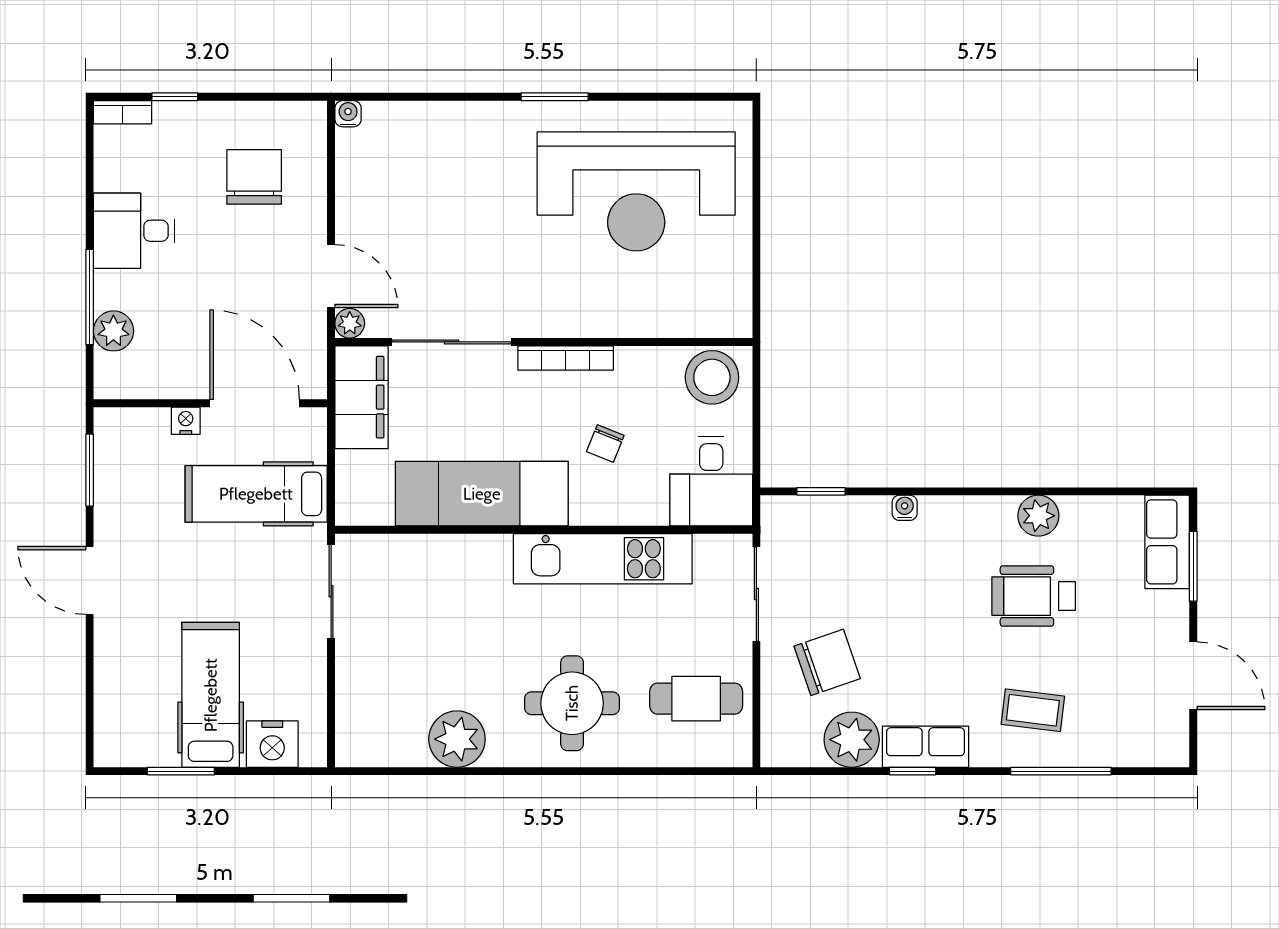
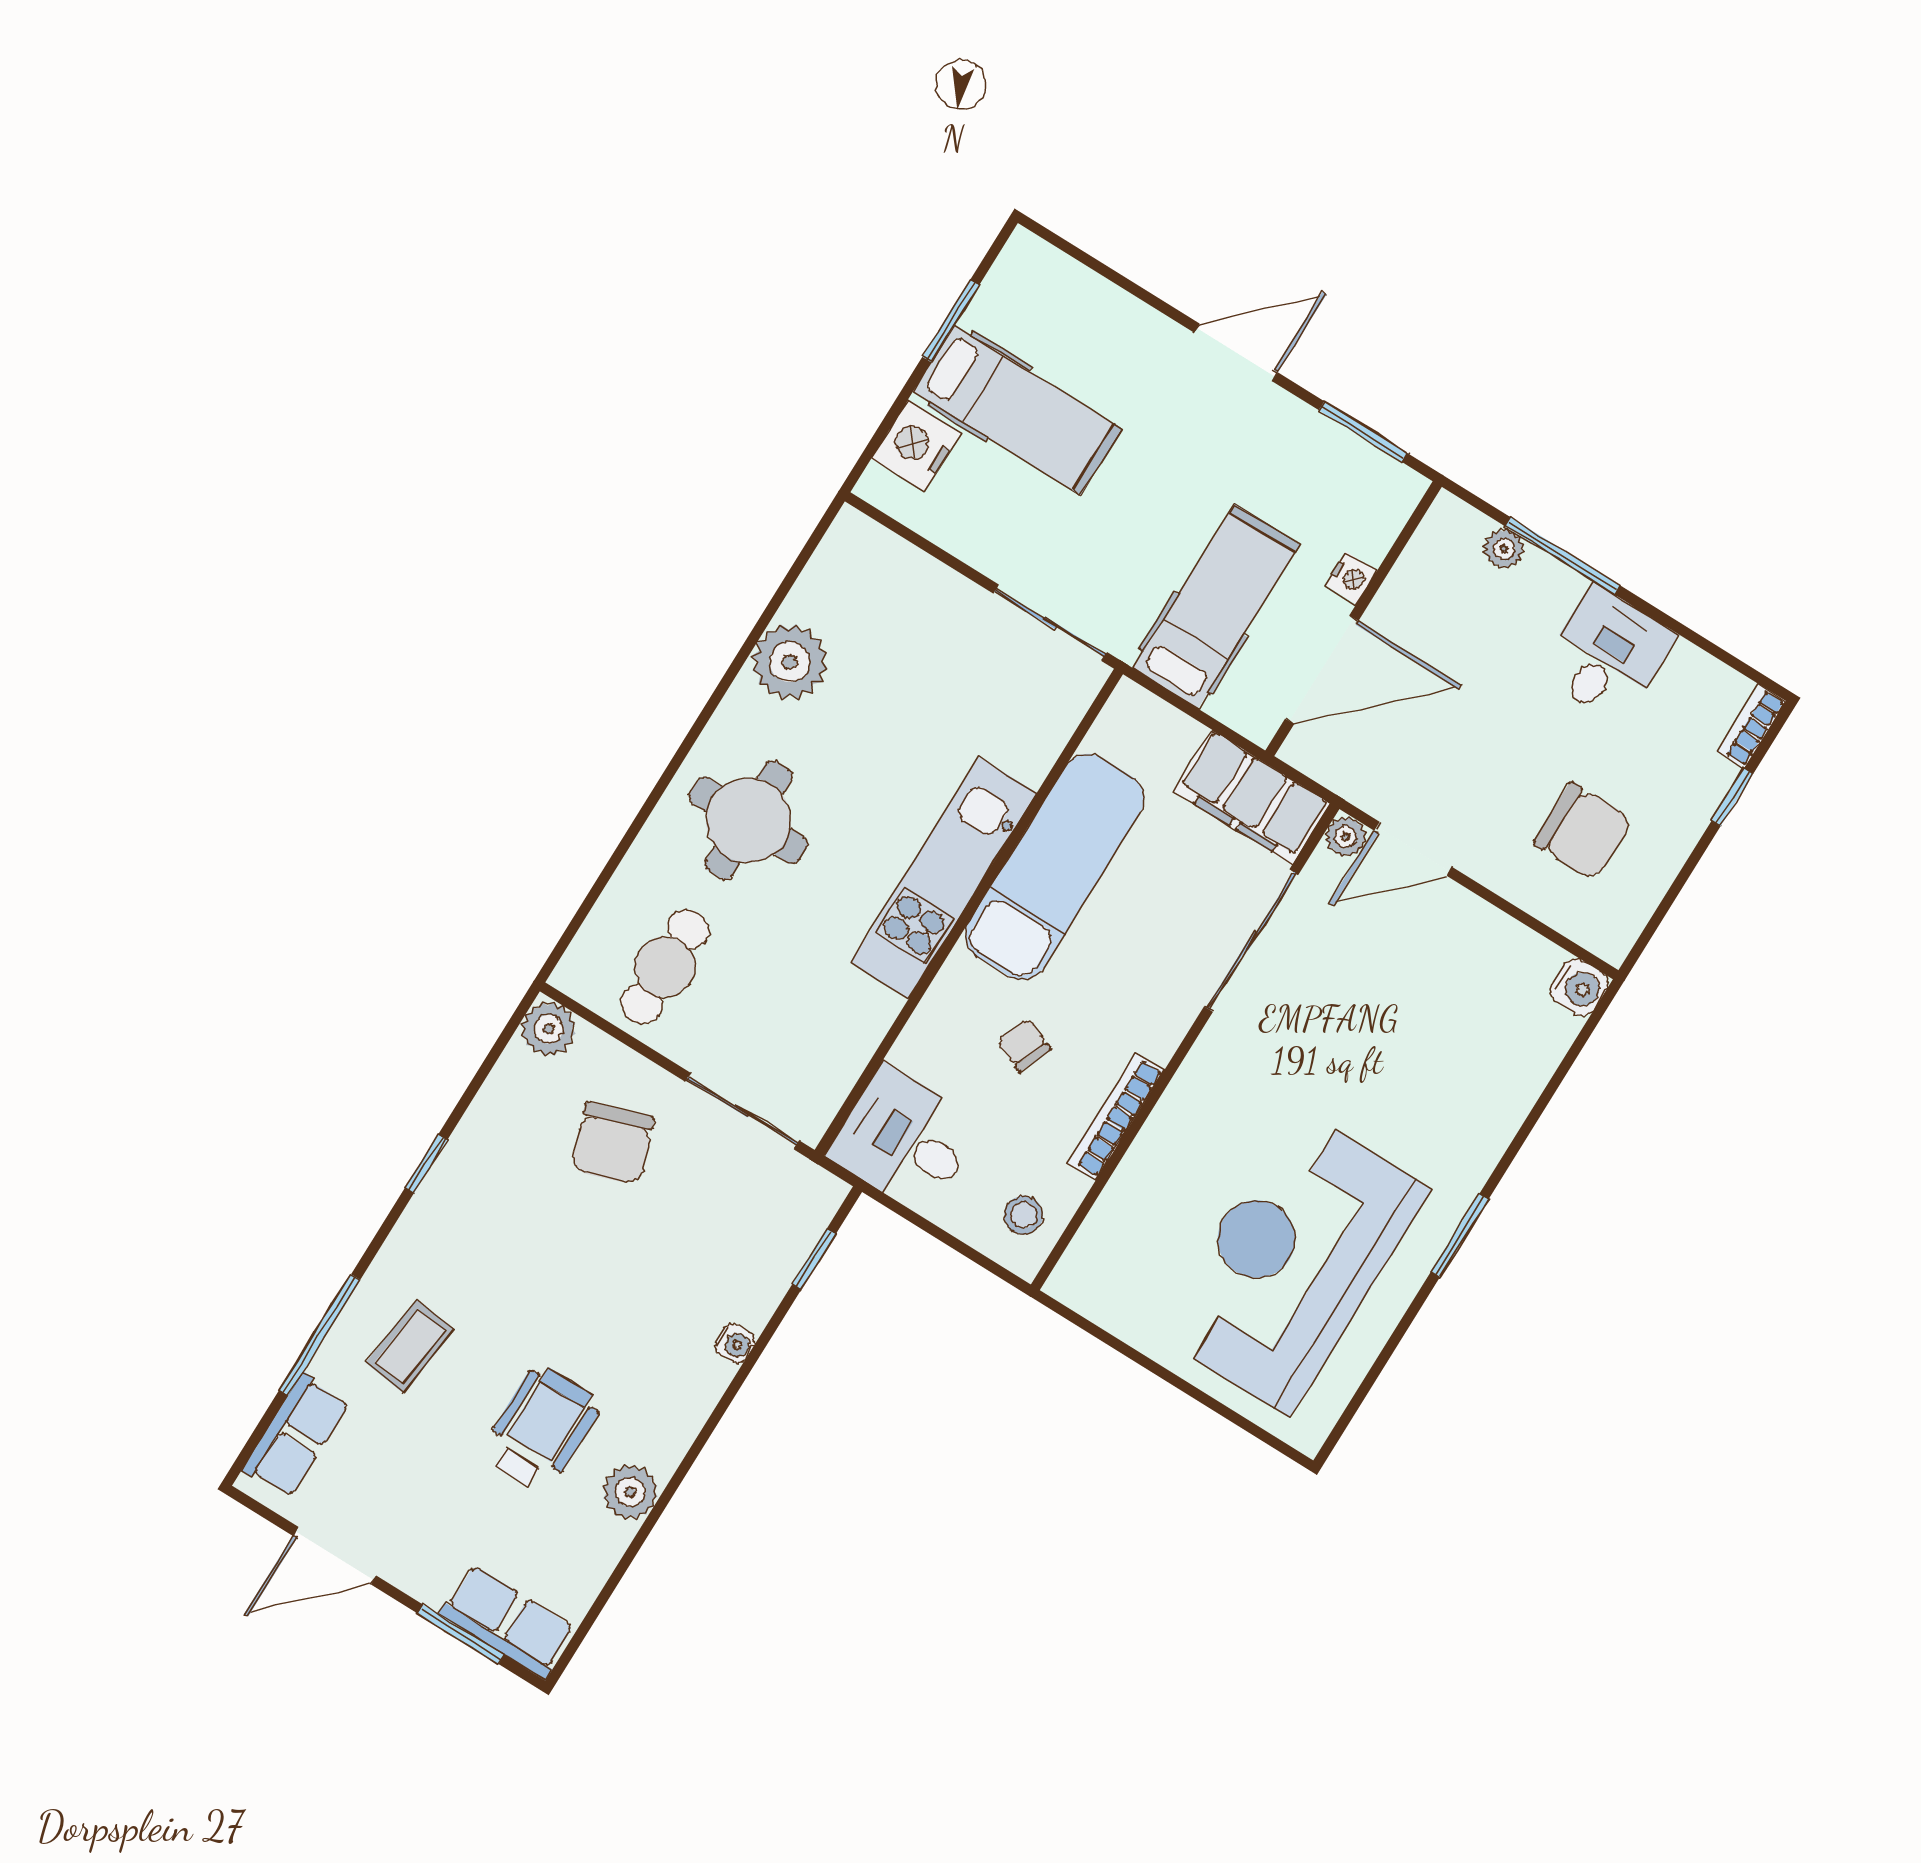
water cooler: (348, 114) -> (1579, 987), width x1.38, depth x1.38
plant: (113, 331) -> (1504, 549), width x0.73, depth x0.73
bookcase: (566, 358) -> (1116, 1116), moved
stool: (712, 377) -> (1024, 1215), width x0.53, depth x0.53
kitchen unit: (603, 559) -> (944, 878), moved
plant: (852, 740) -> (549, 1029), moved, width x0.73, depth x0.73
row of seats: (925, 747) -> (296, 1436), moved

